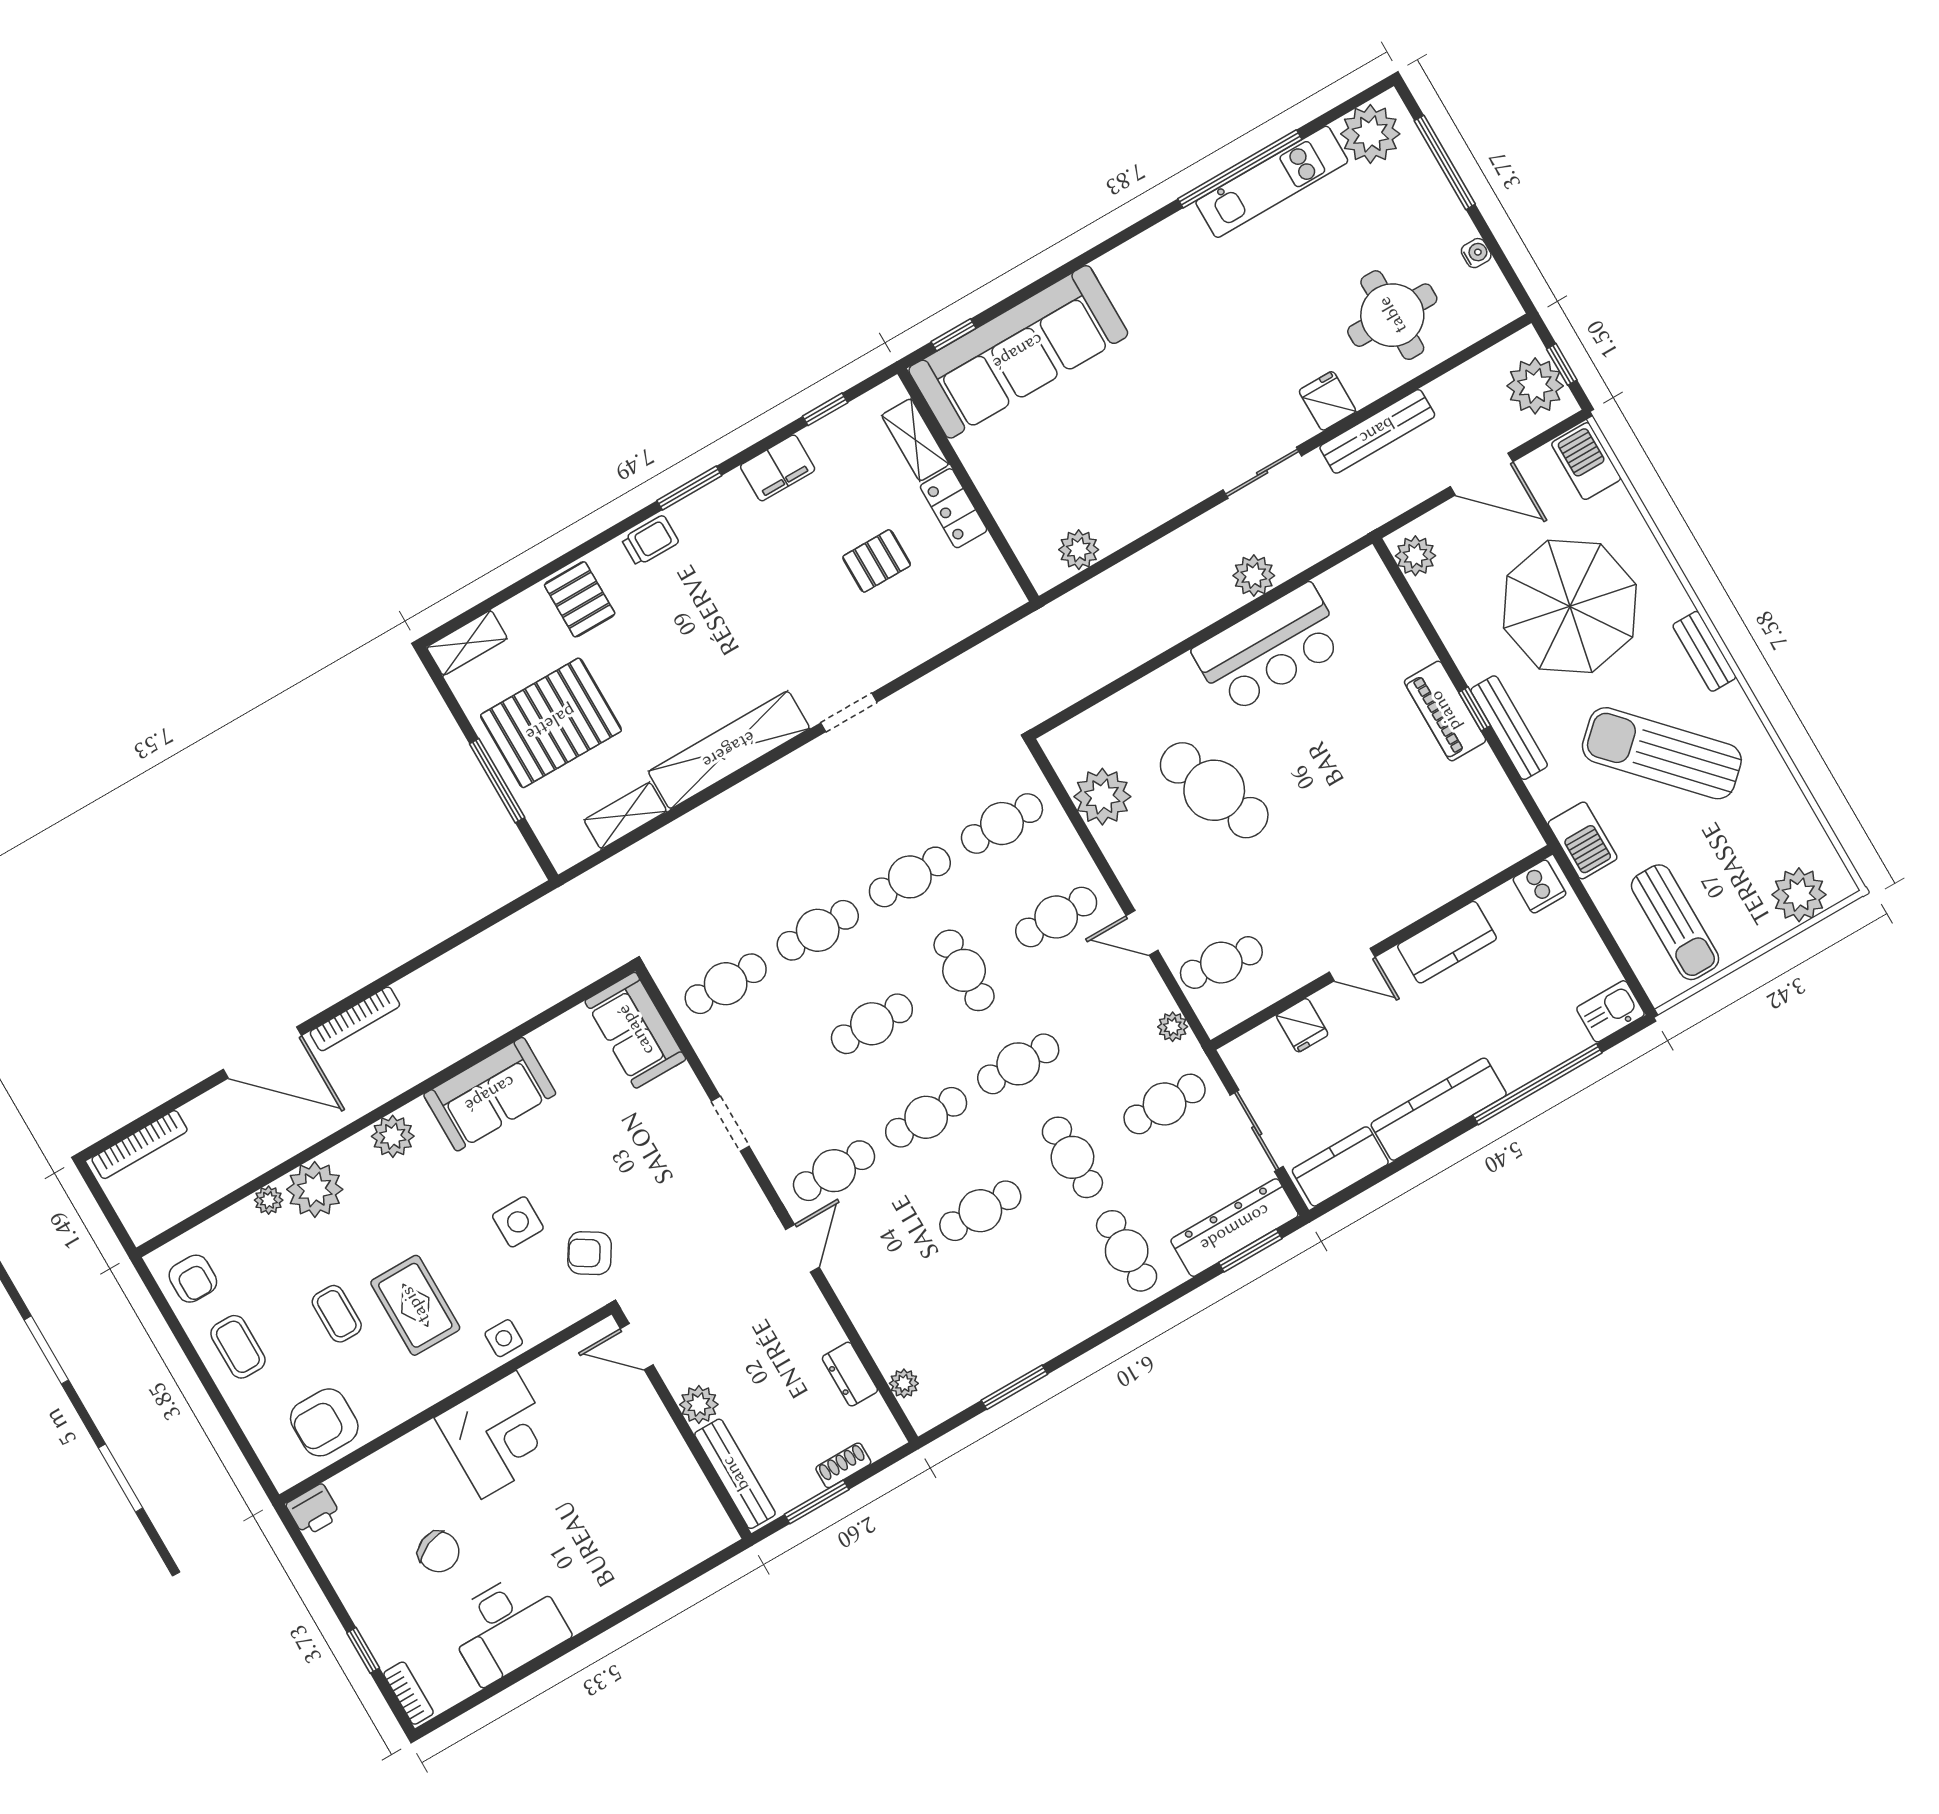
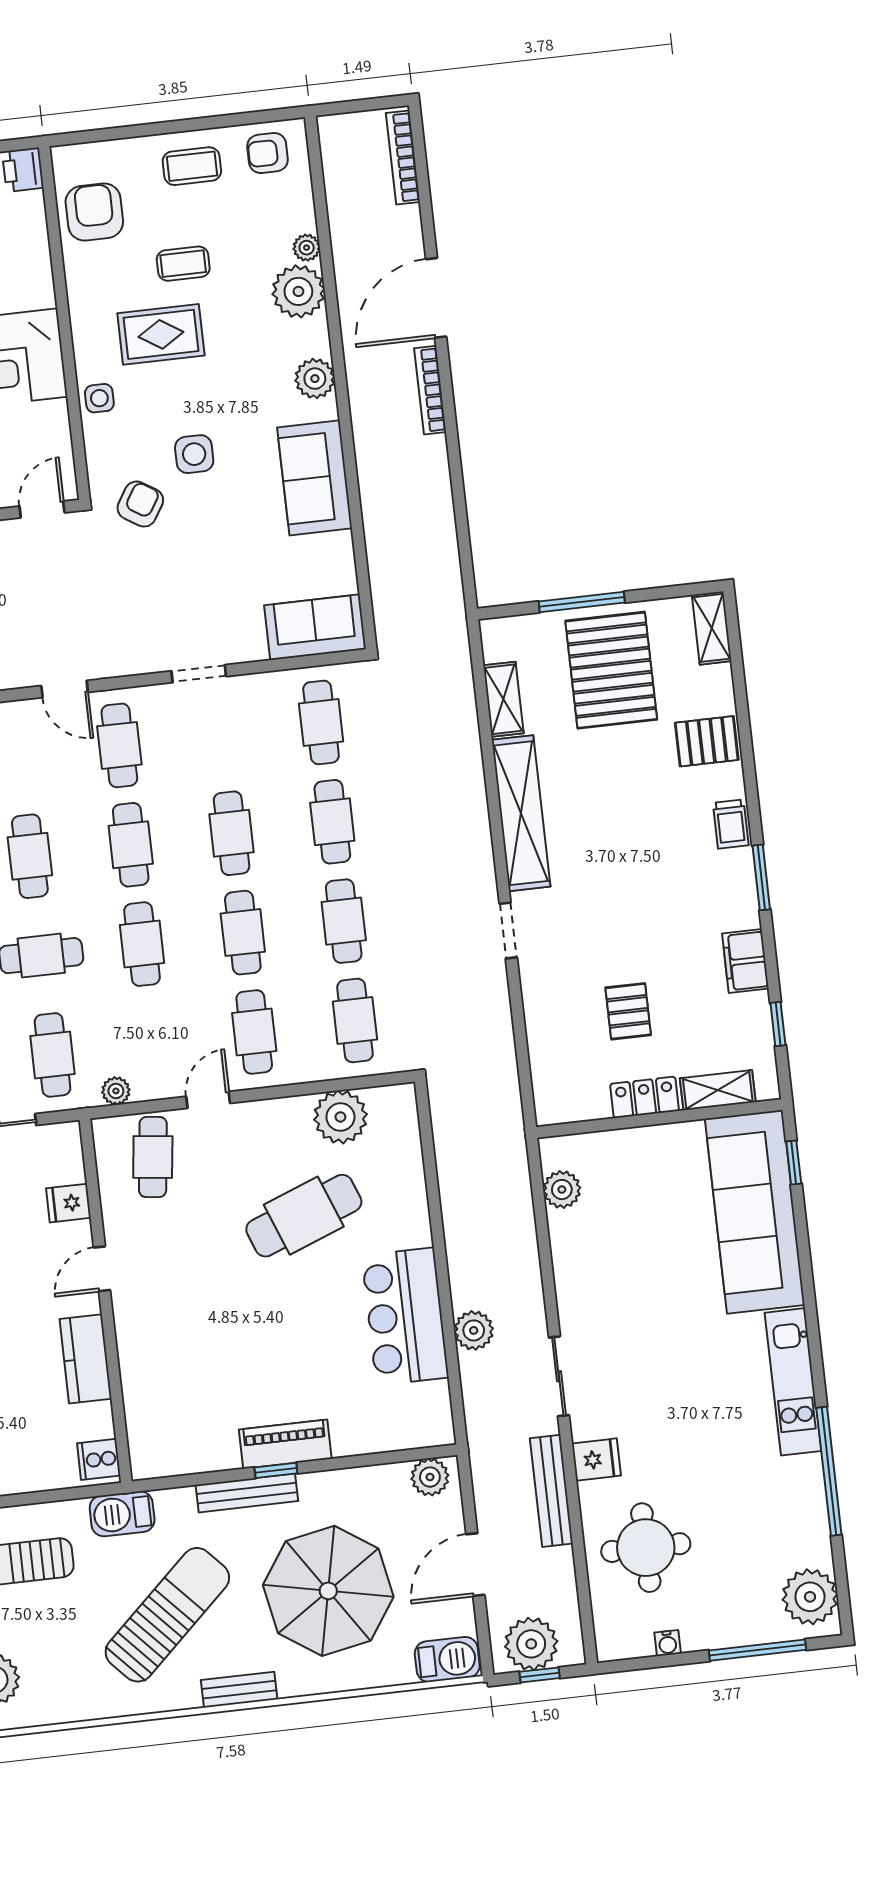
kitchen unit: (1272, 182) -> (793, 1382), moved
cafe table: (964, 970) -> (243, 933), turned 90

